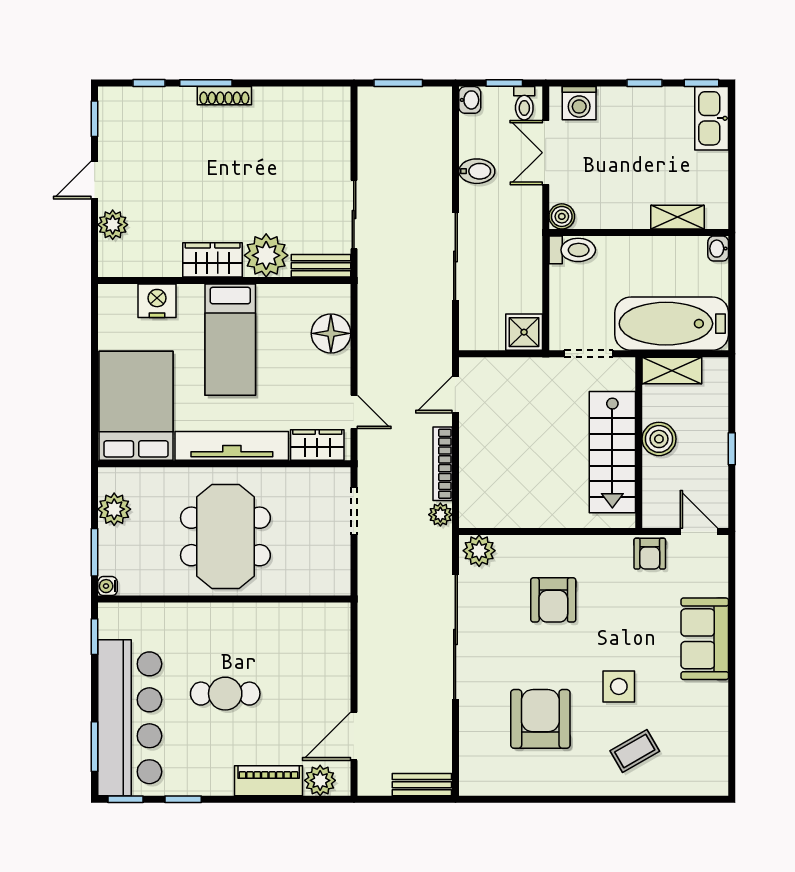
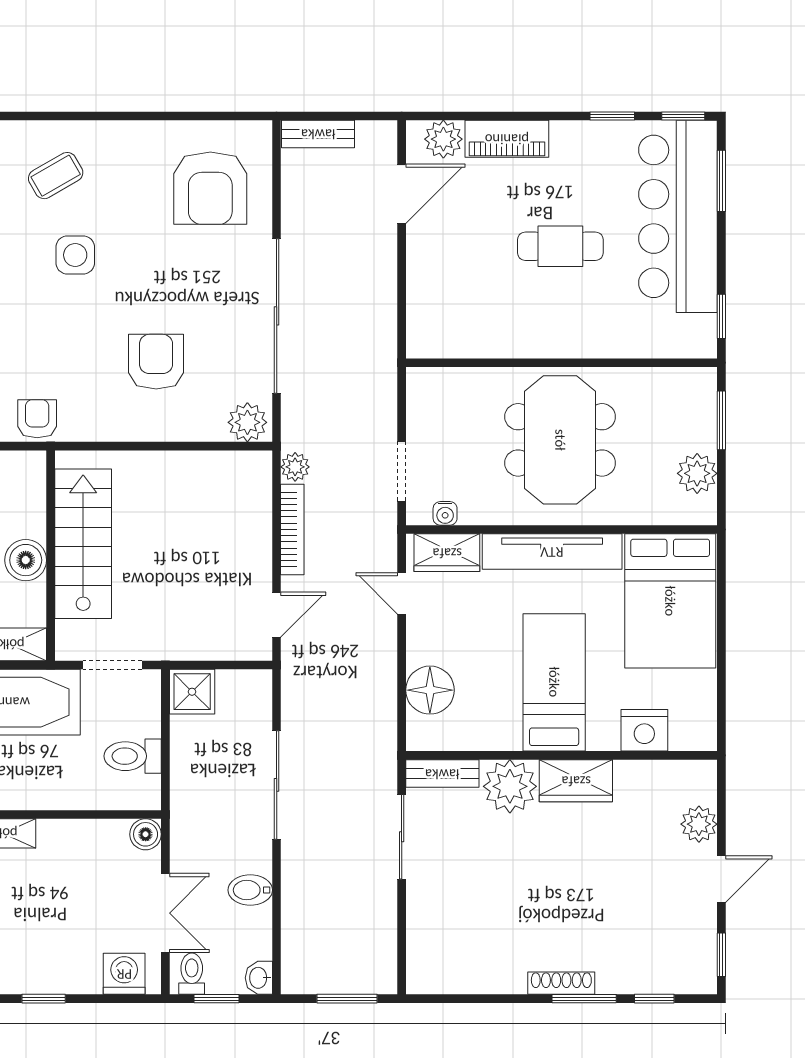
toilet: (572, 250) -> (133, 756), moved
water cooler: (108, 586) -> (445, 513), moved, turned 90
armchair: (540, 719) -> (210, 188), moved

